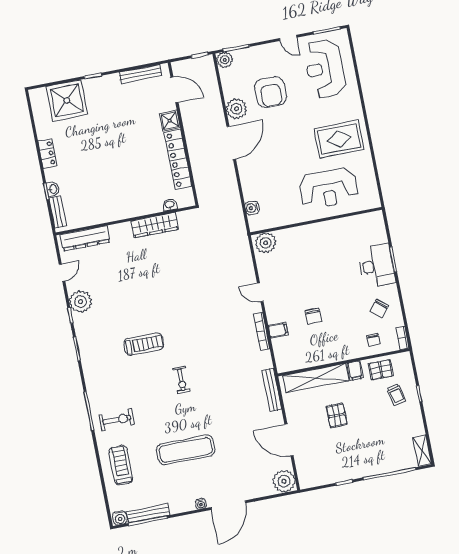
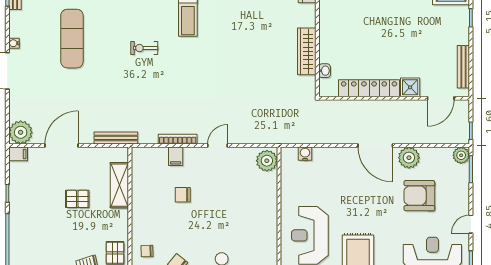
filing cabinet: (355, 371) -> (18, 154), moved, turned 180
shelving: (316, 378) -> (119, 185), width x0.68

